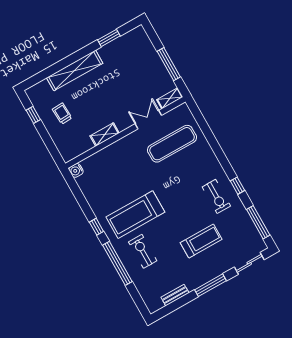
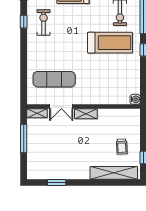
shelving: (75, 70) -> (114, 173), moved
shelving: (105, 134) -> (86, 114), moved

